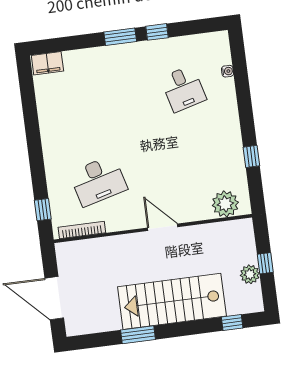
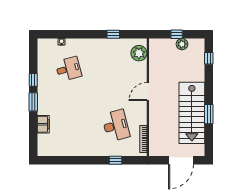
filing cabinet: (47, 63) -> (43, 124), moved
window: (43, 210) -> (116, 160), moved
stairs: (172, 301) -> (192, 113), moved

